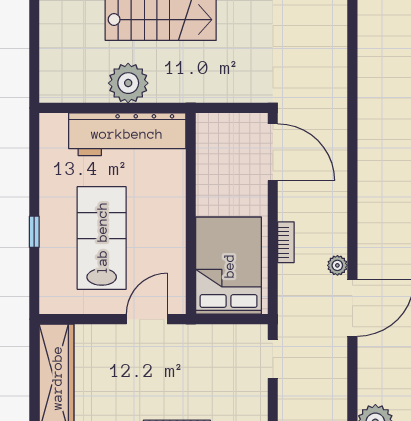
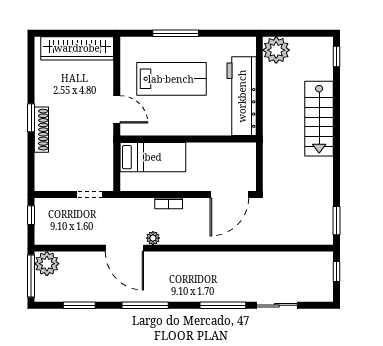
plant: (128, 83) -> (276, 50), moved
window: (34, 232) -> (176, 33), width x2.17
bed: (229, 266) -> (153, 157), width x0.67

